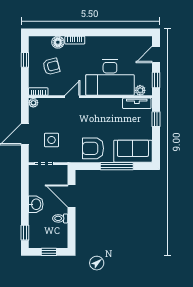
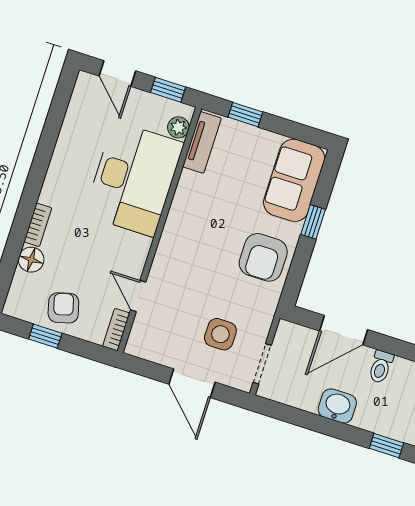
armchair: (51, 66) -> (63, 308), moved
door: (72, 97) -> (138, 296), moved
plant: (33, 103) -> (135, 346), removed
window: (117, 166) -> (313, 222), width x0.46

